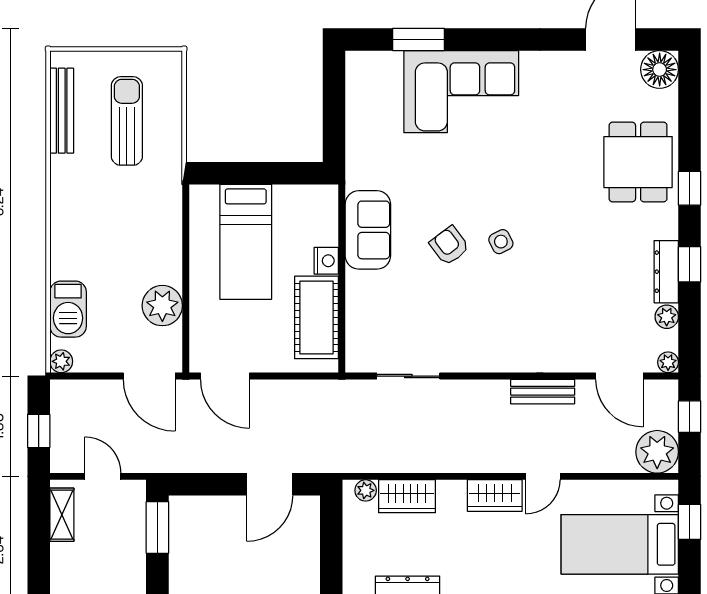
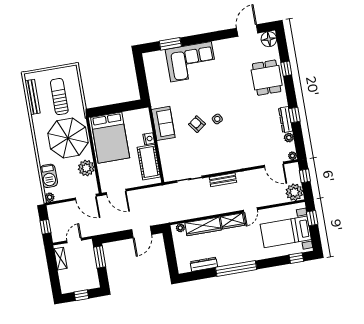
window: (690, 188) -> (286, 69), moved
parasol: (131, 225) -> (68, 138), added
bed: (246, 242) -> (110, 138), width x1.50
bench: (543, 392) -> (223, 180), moved
door: (103, 476) -> (74, 240), hinge flipped
wardrobe: (407, 496) -> (203, 226), width x1.50

